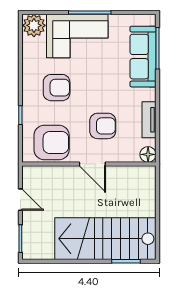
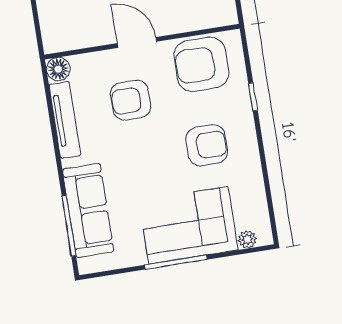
plant: (34, 25) -> (247, 239), width x0.53, depth x0.53
armchair: (57, 88) -> (207, 145), turned 180
tv unit: (149, 120) -> (65, 120), width x1.41

